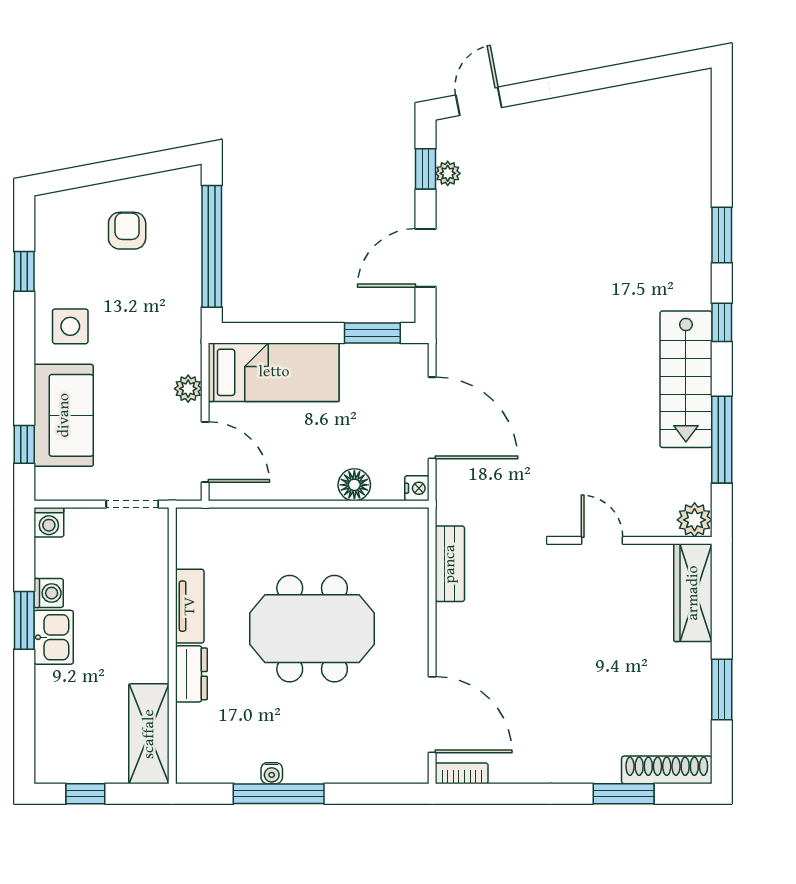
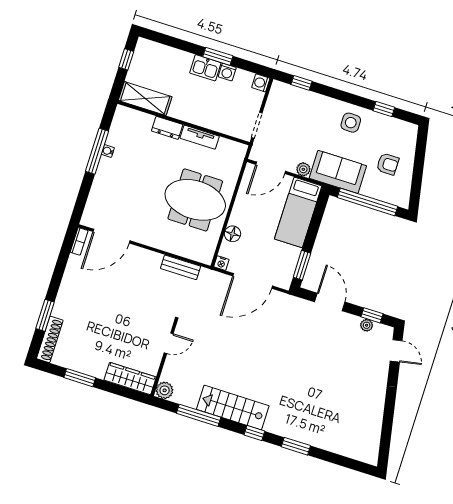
sofa: (64, 415) -> (338, 172), moved, turned 180
meeting table: (312, 629) -> (195, 200), moved, turned 90

